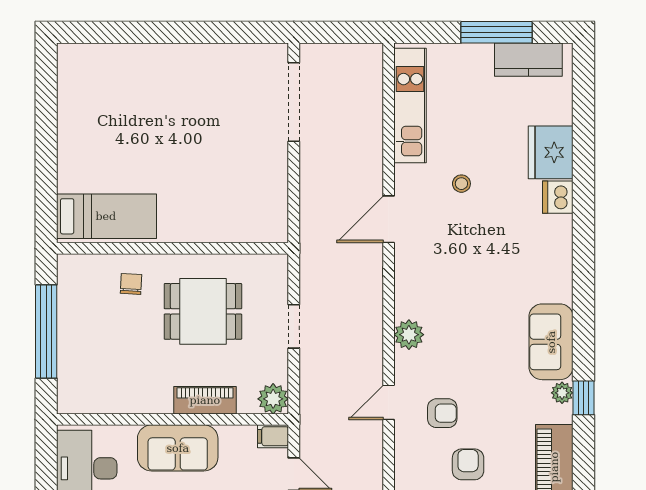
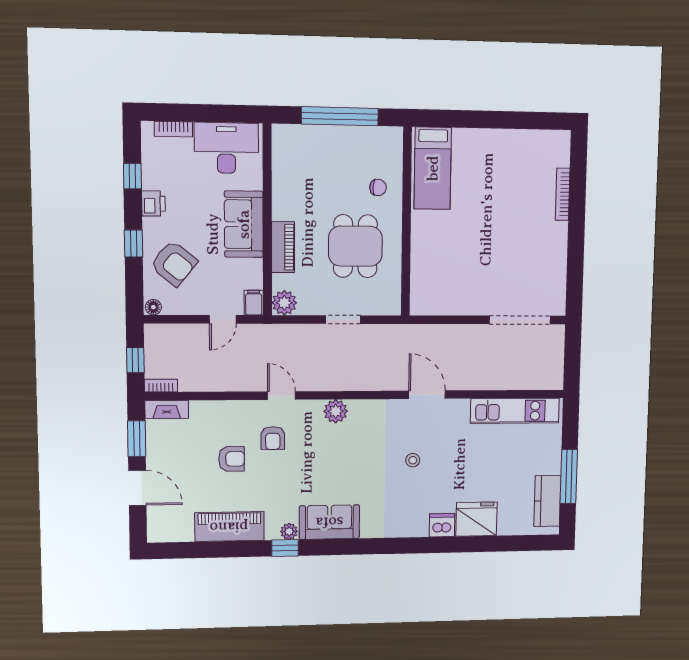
bookcase: (136, 51) -> (563, 194), added
stool: (461, 184) -> (413, 460), moved

